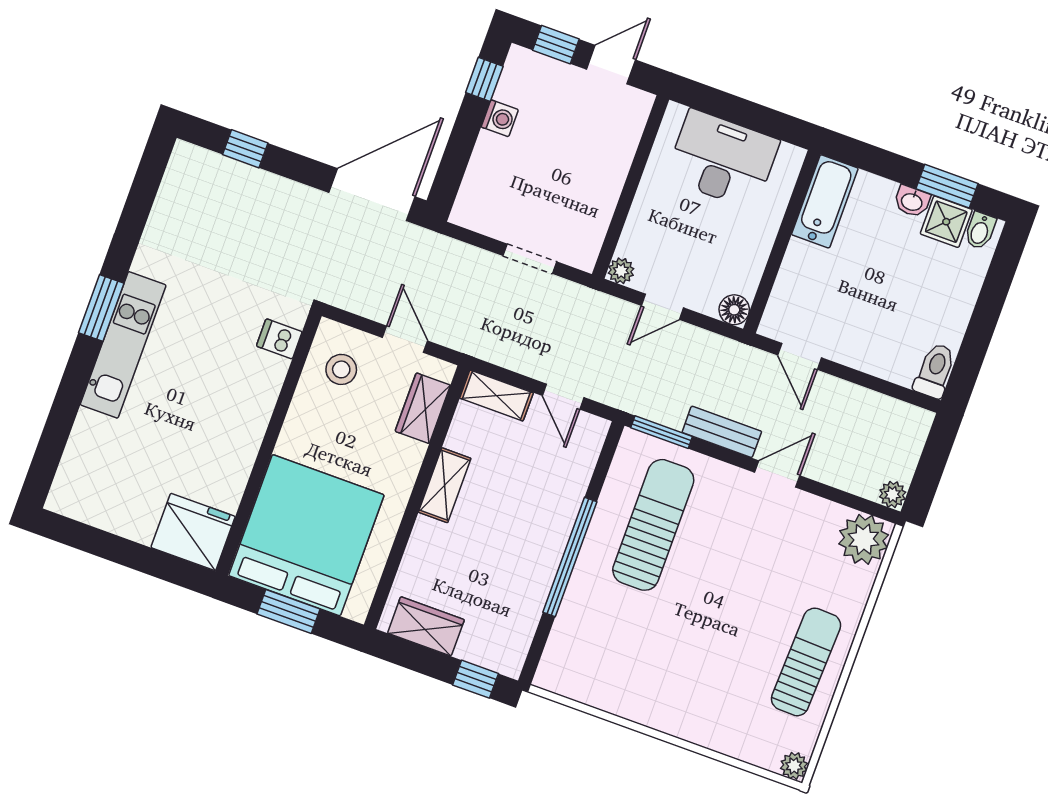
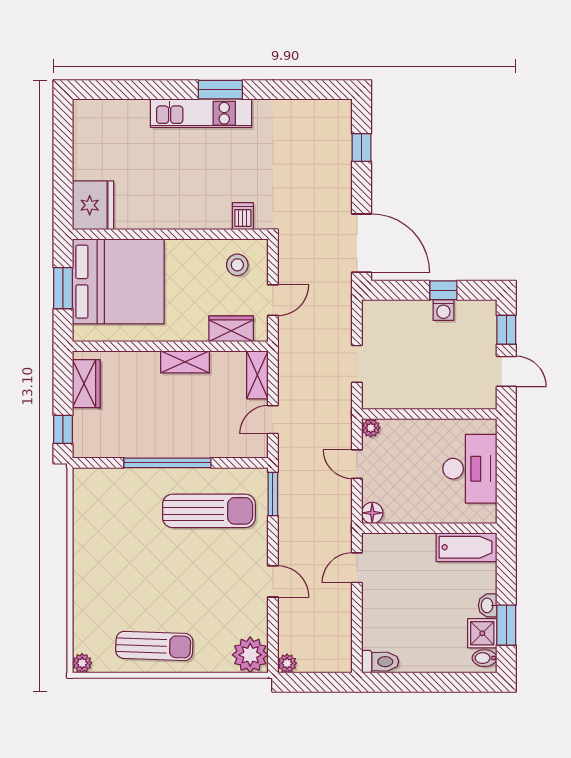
window: (484, 79) -> (443, 290), moved
bench: (722, 432) -> (288, 534), removed

